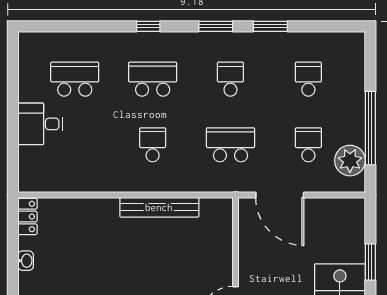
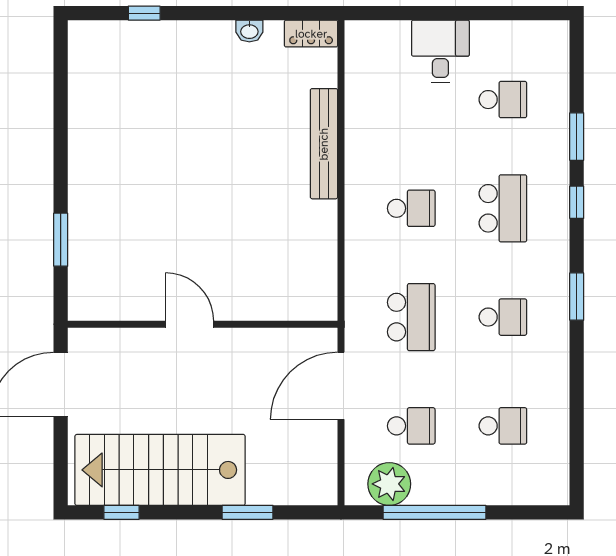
window: (270, 26) -> (577, 137), moved
school desk: (75, 79) -> (503, 100), width x0.54
bench: (159, 207) -> (324, 144), moved

